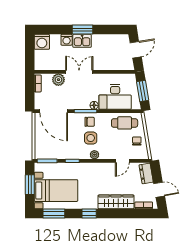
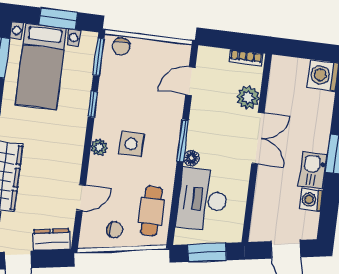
washing machine: (67, 40) -> (311, 200), moved
kitchen sink: (82, 41) -> (313, 170), moved
door: (54, 111) -> (190, 81), width x0.53
chair: (90, 122) -> (121, 46), moved
door: (122, 161) -> (81, 198), swing flipped

